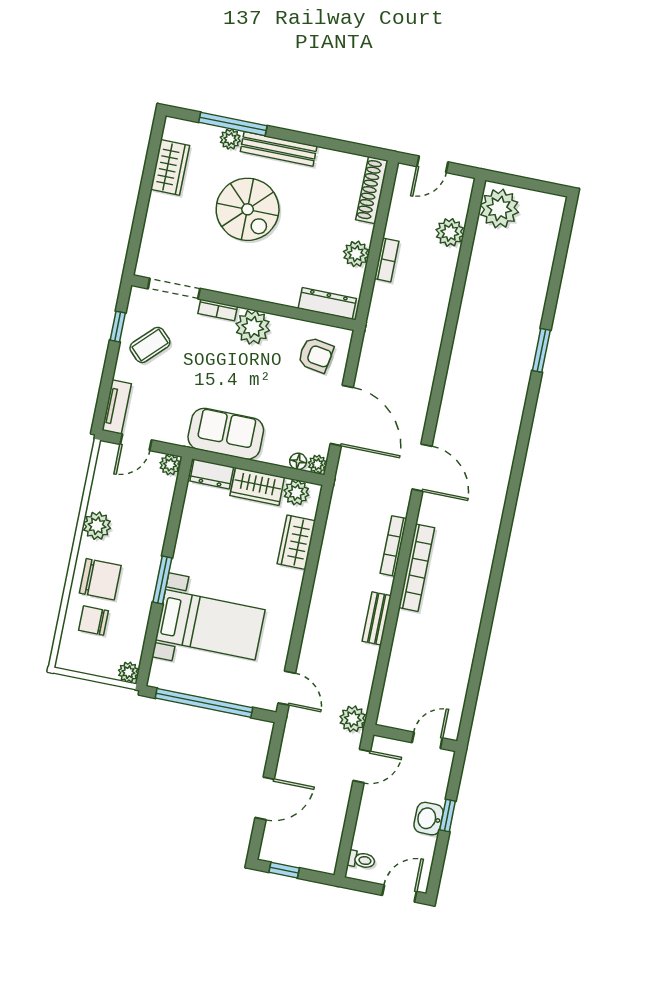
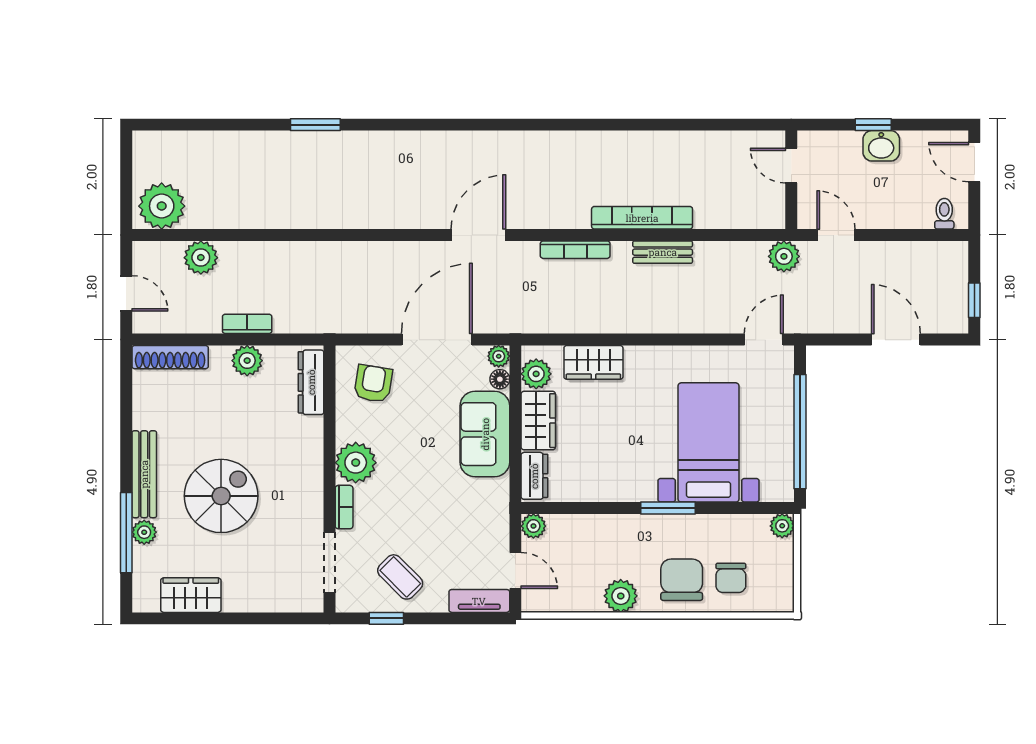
sofa: (226, 434) -> (485, 434), moved
bookcase: (417, 568) -> (642, 218), moved

